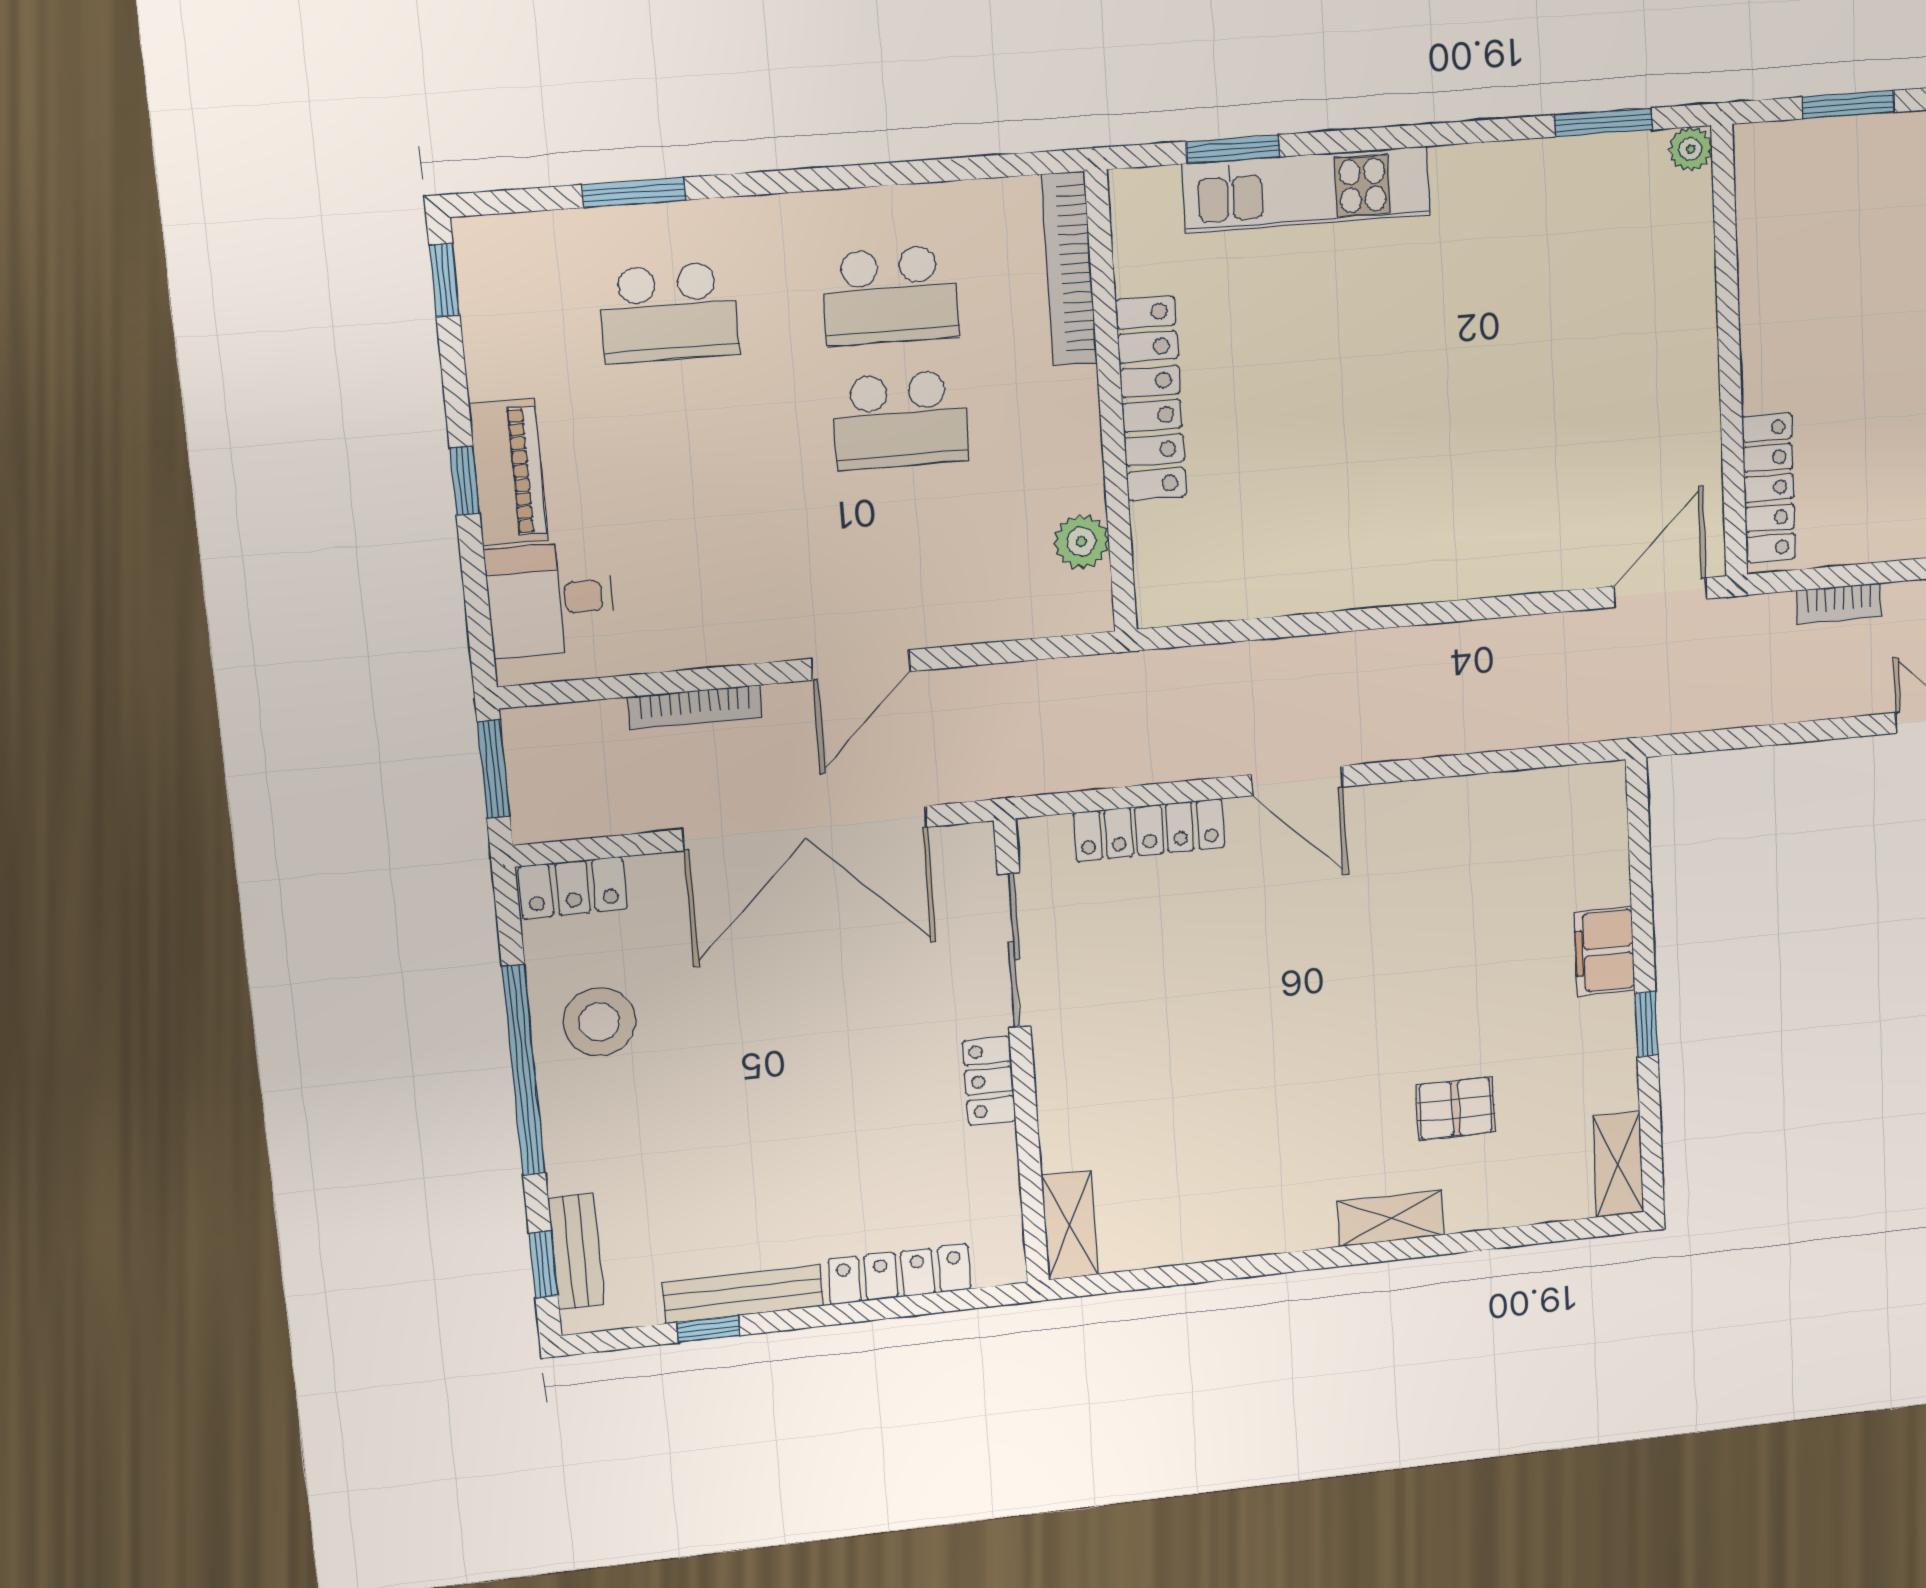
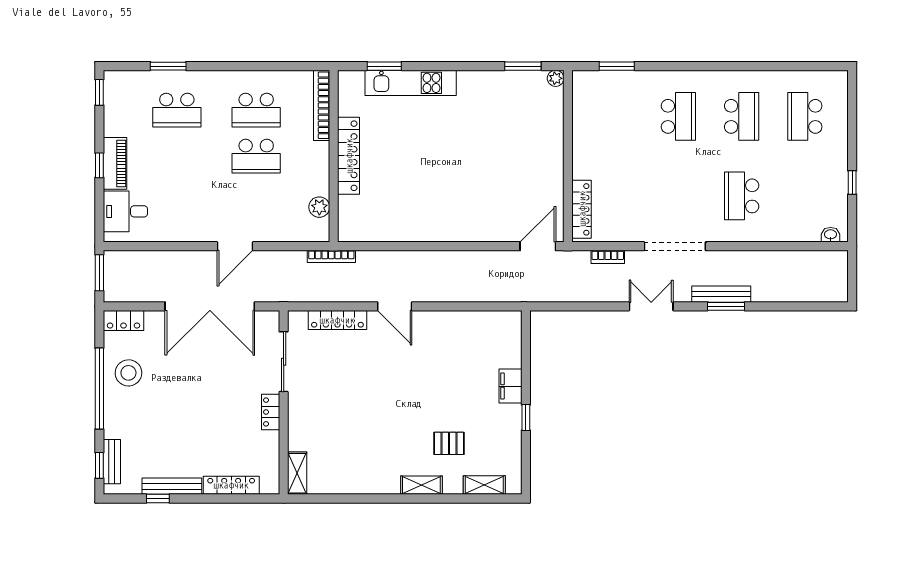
bookcase: (695, 707) -> (331, 256), moved
shelving: (1618, 1164) -> (484, 485), moved, turned 90

